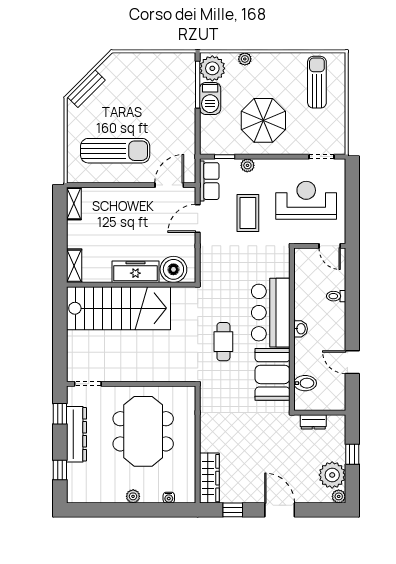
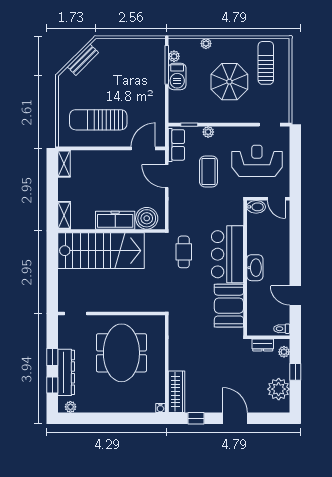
plant: (212, 68) -> (174, 56), width x0.53, depth x0.53
bench: (86, 89) -> (83, 60), moved
parasol: (263, 120) -> (229, 82), moved
sun lounger: (115, 151) -> (98, 120), turned 180
door: (198, 219) -> (167, 176), hinge flipped
toilet: (336, 296) -> (282, 329), moved
washbasin: (301, 329) -> (255, 268), width x1.91, depth x1.45
cafe table: (223, 342) -> (184, 252), moved
bidet: (305, 383) -> (256, 207), moved
window: (60, 414) -> (52, 357), moved
dresser: (76, 434) -> (66, 372), moved
plant: (133, 496) -> (70, 407), moved
plant: (339, 496) -> (284, 352), moved
water cooler: (169, 498) -> (160, 408), moved

